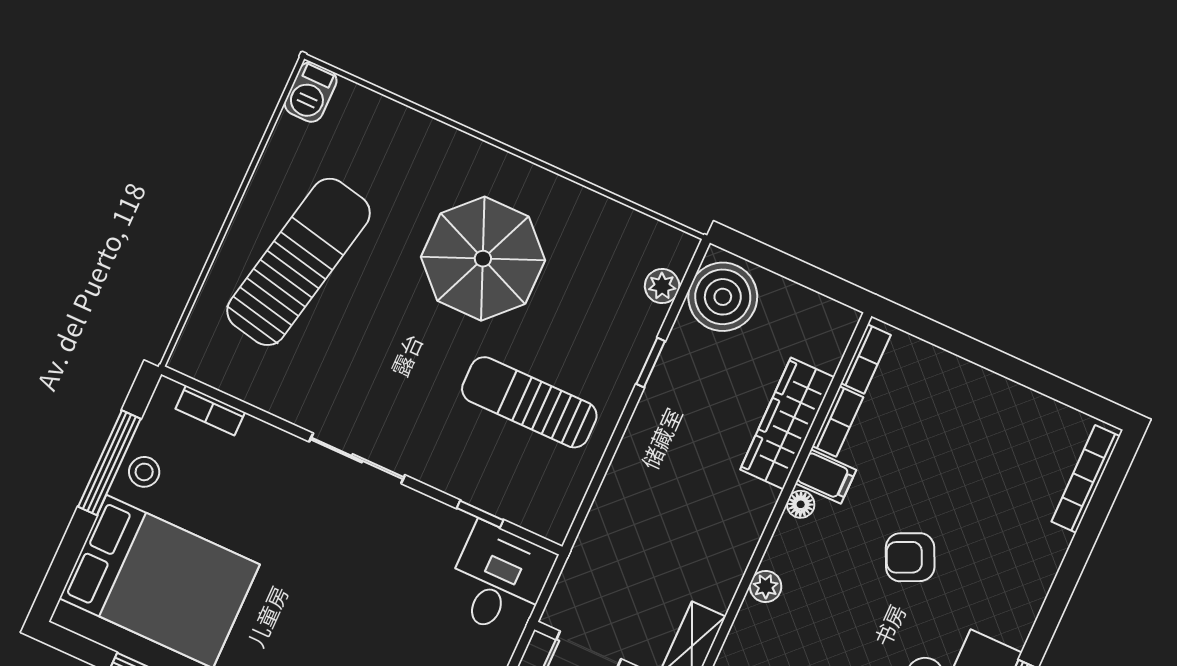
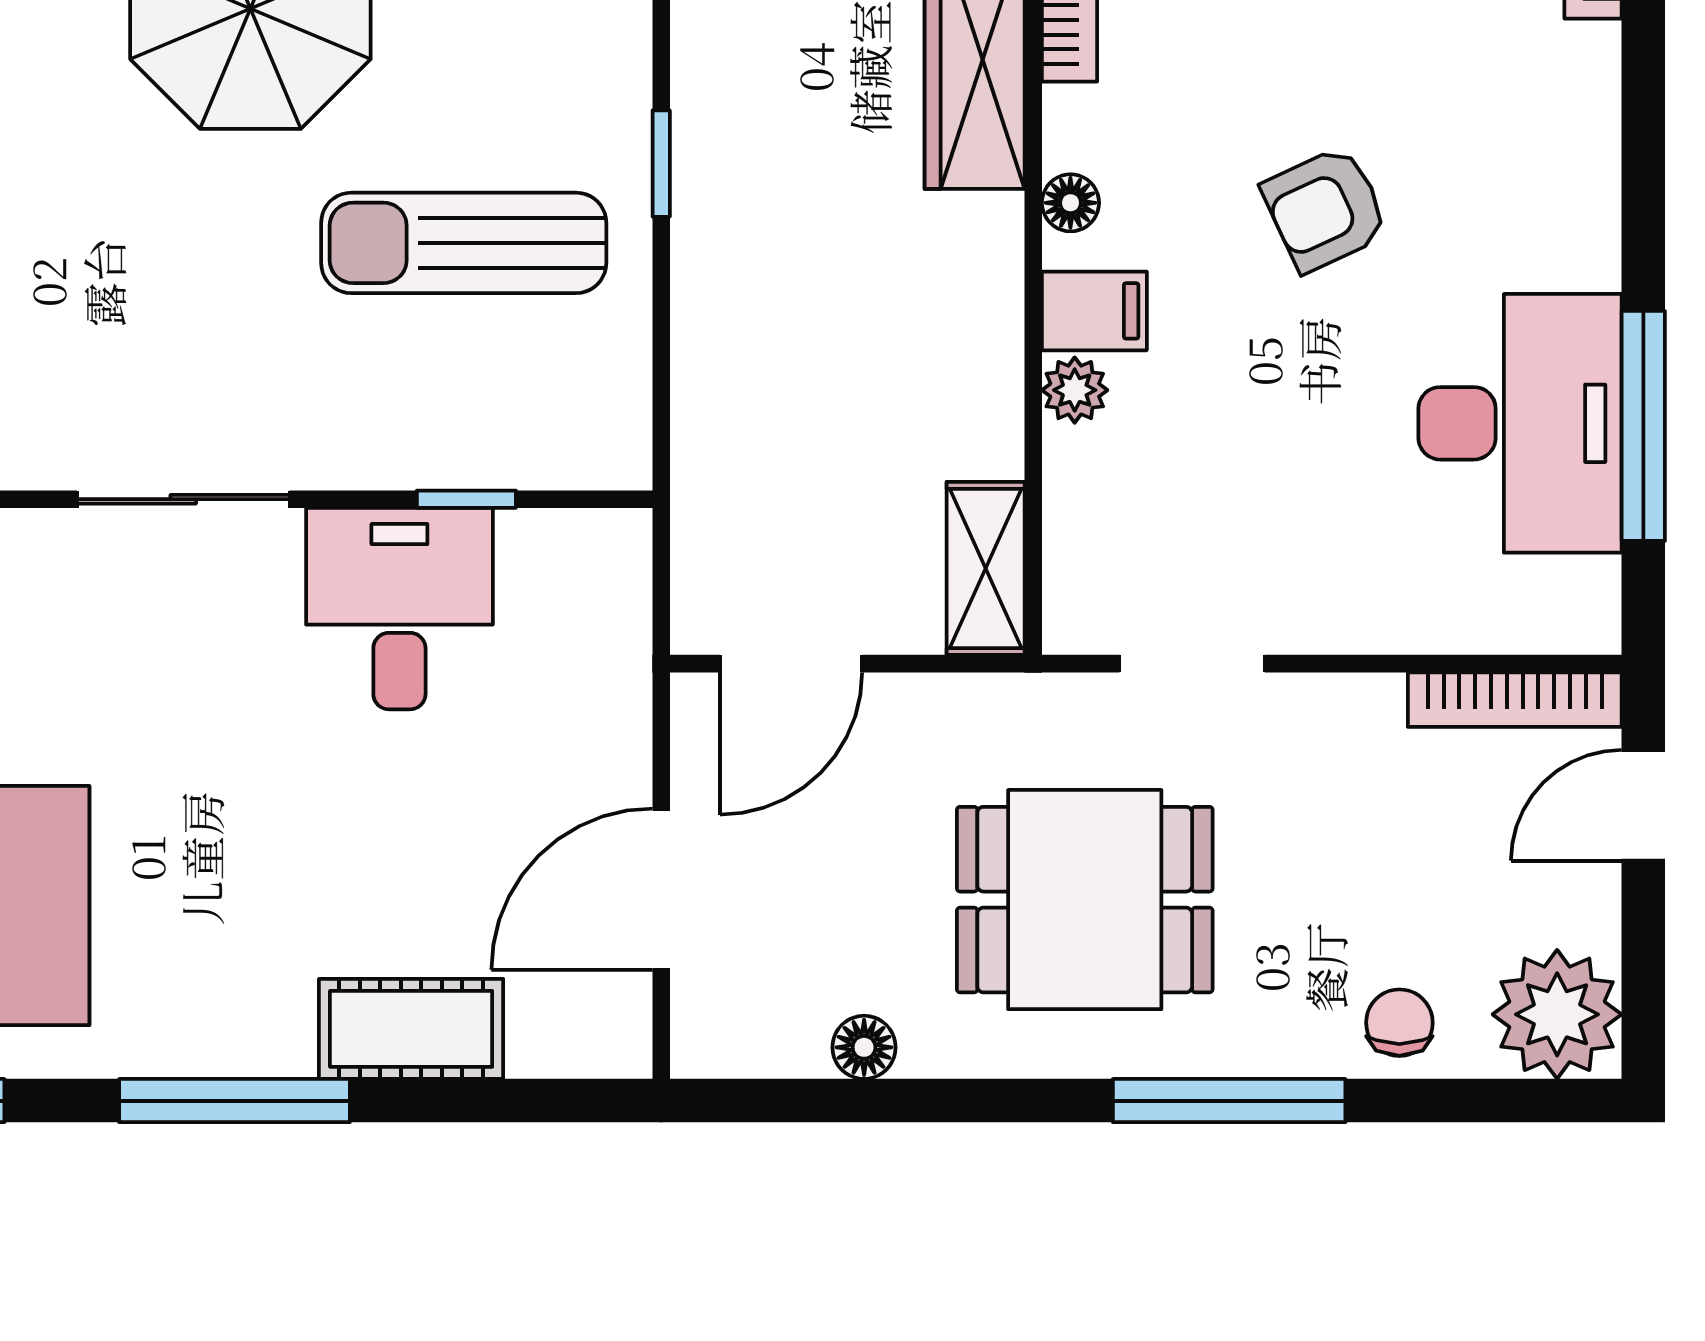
window: (651, 363) -> (661, 164), moved
filing cabinet: (826, 477) -> (1094, 311), moved
desk: (499, 580) -> (399, 609), moved

